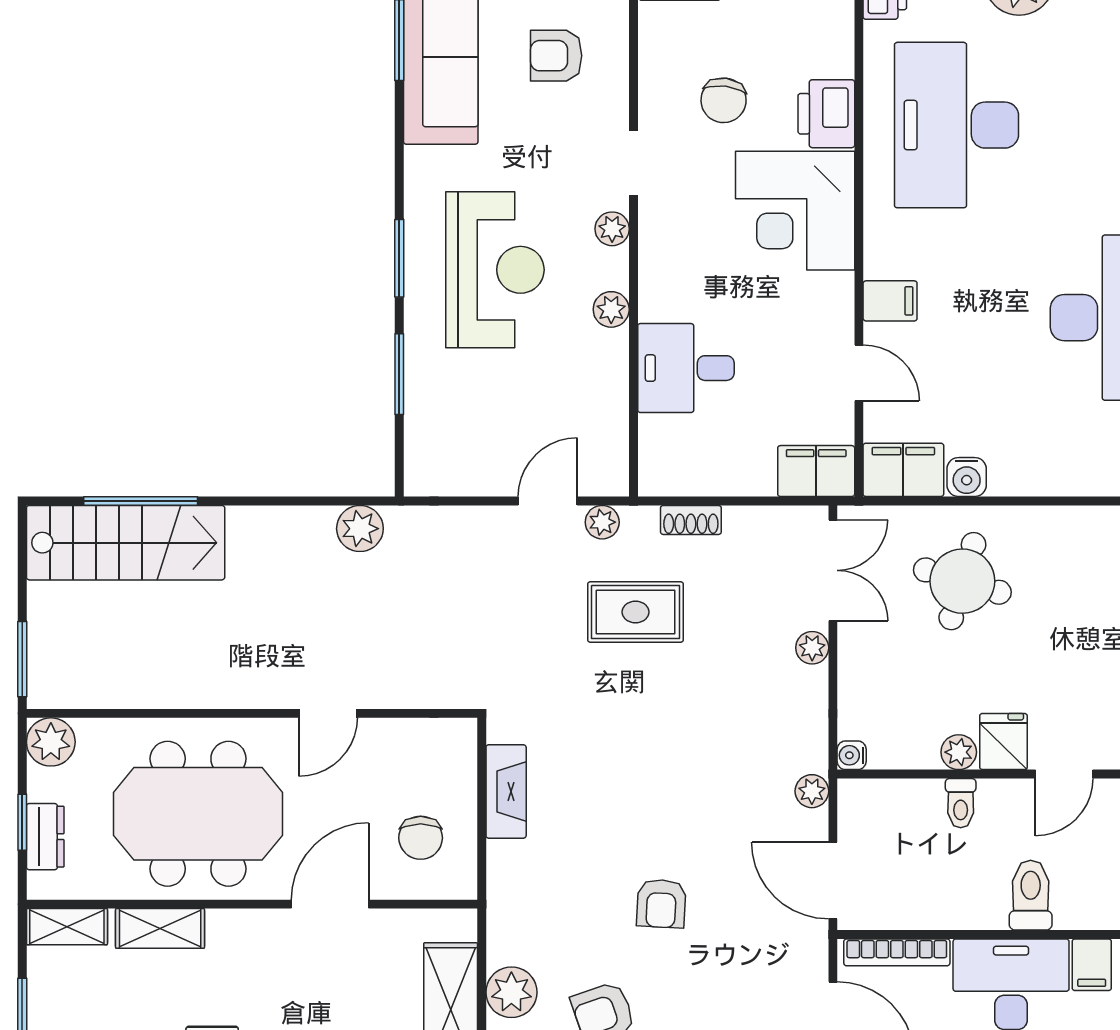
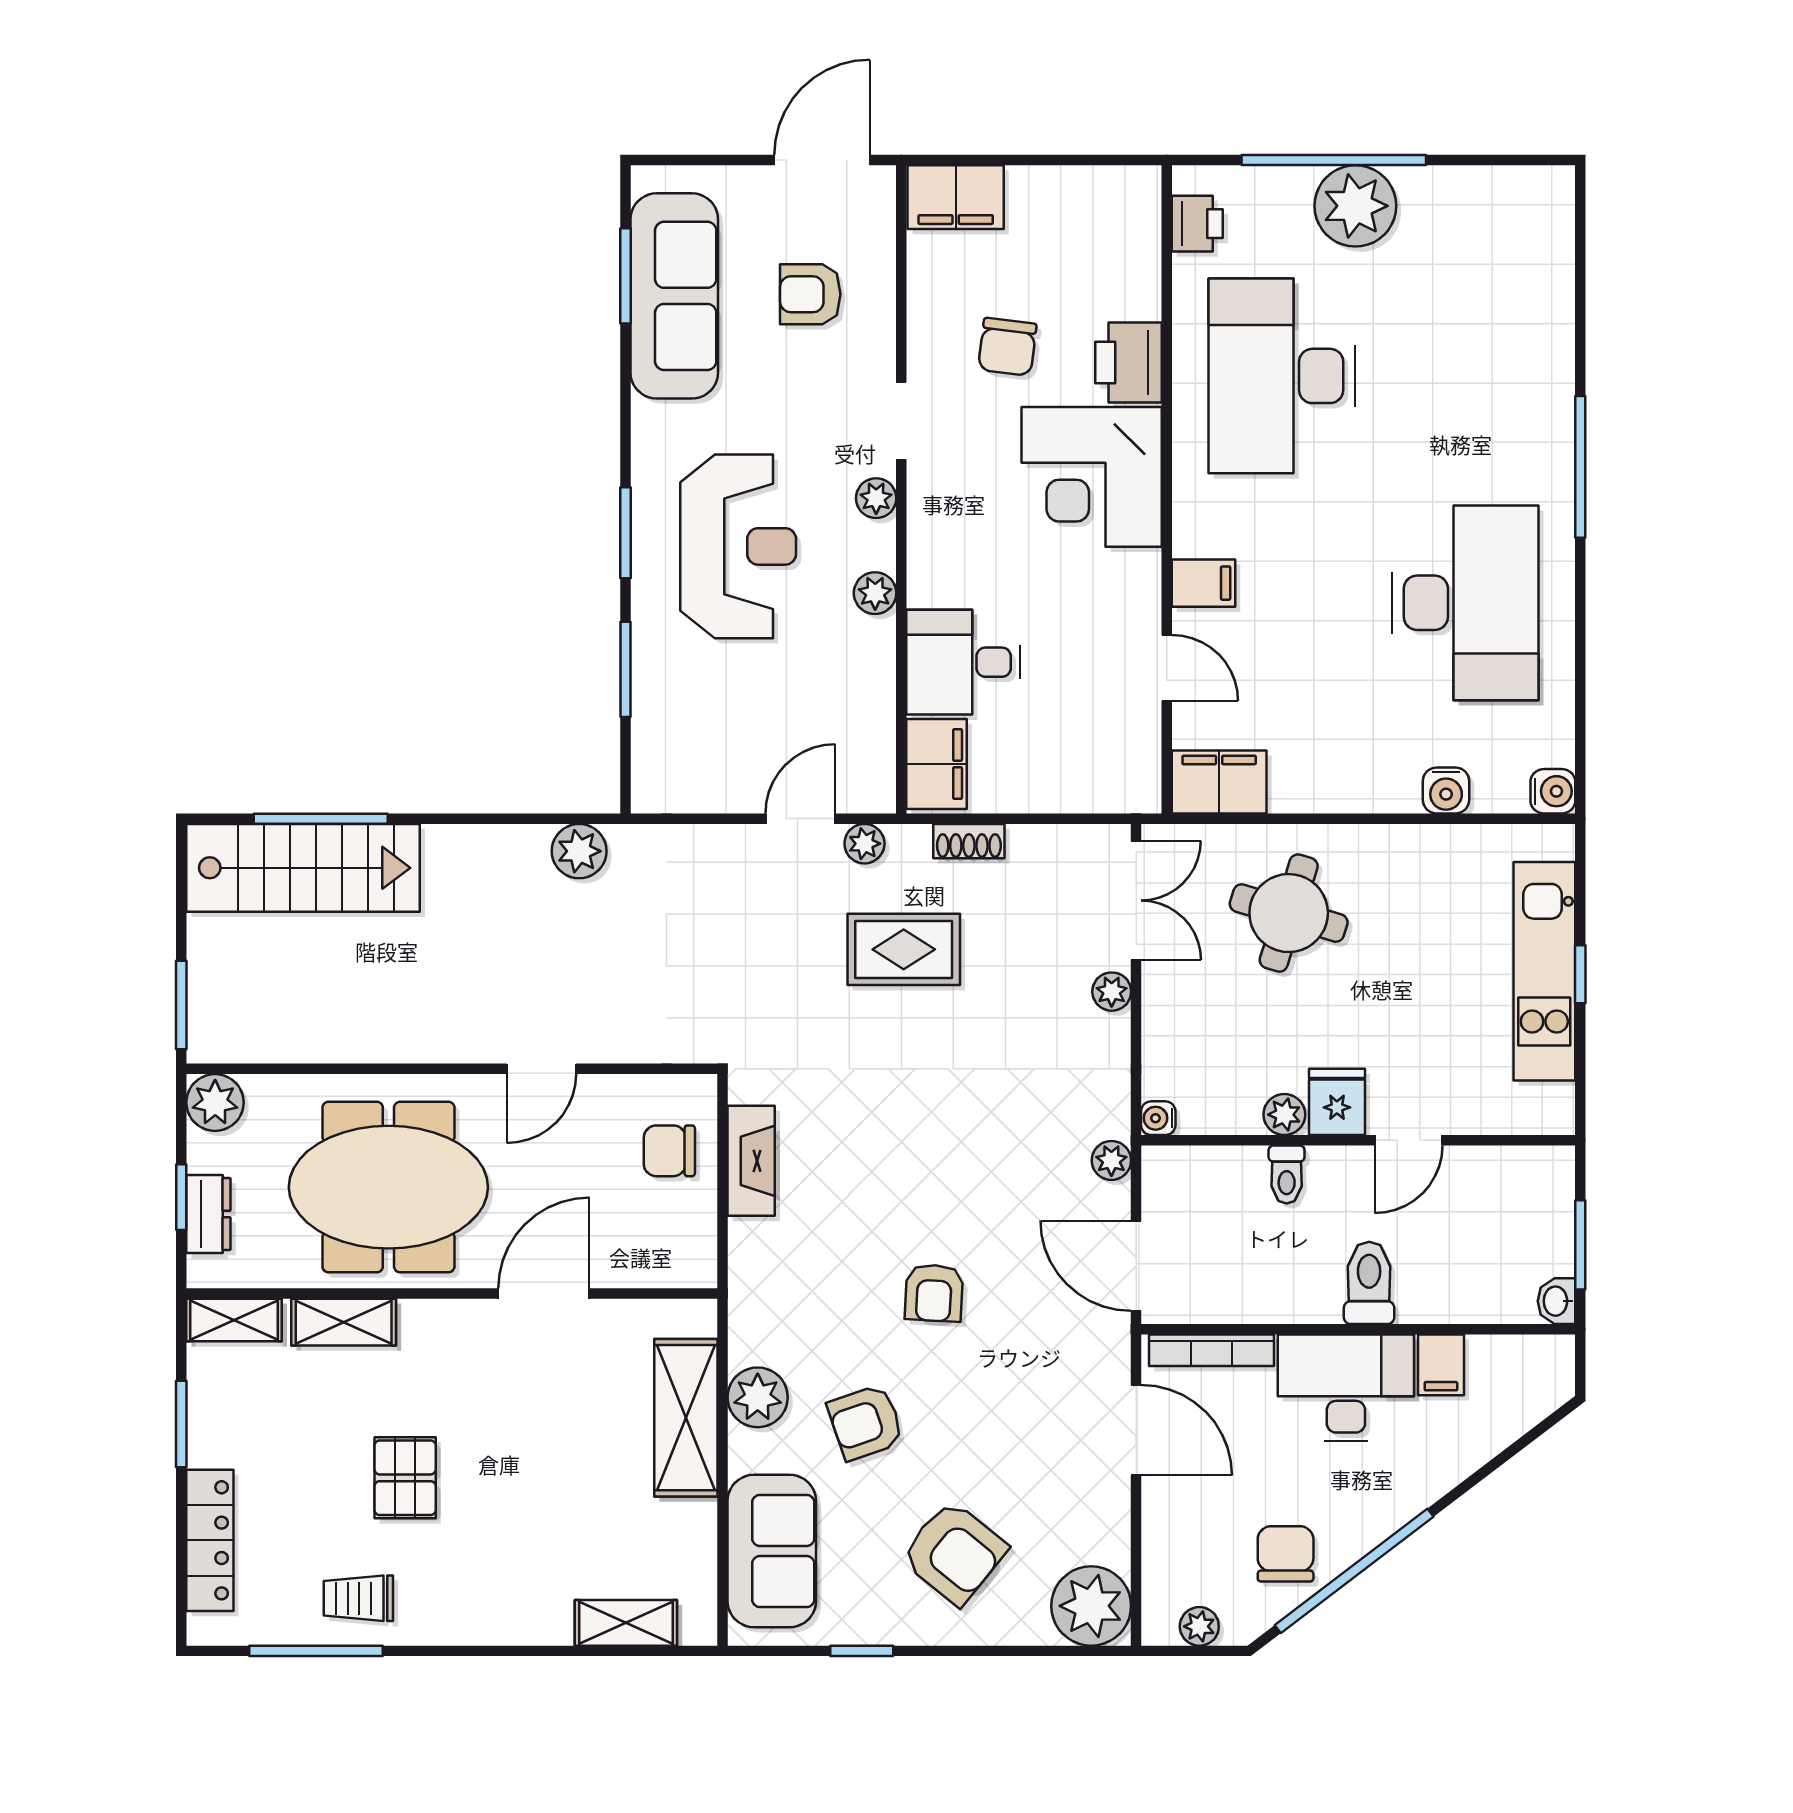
filing cabinet: (816, 471) -> (936, 764), moved, turned 90
water cooler: (967, 477) -> (1446, 790), moved
chair: (421, 838) -> (669, 1151), moved, turned 90

